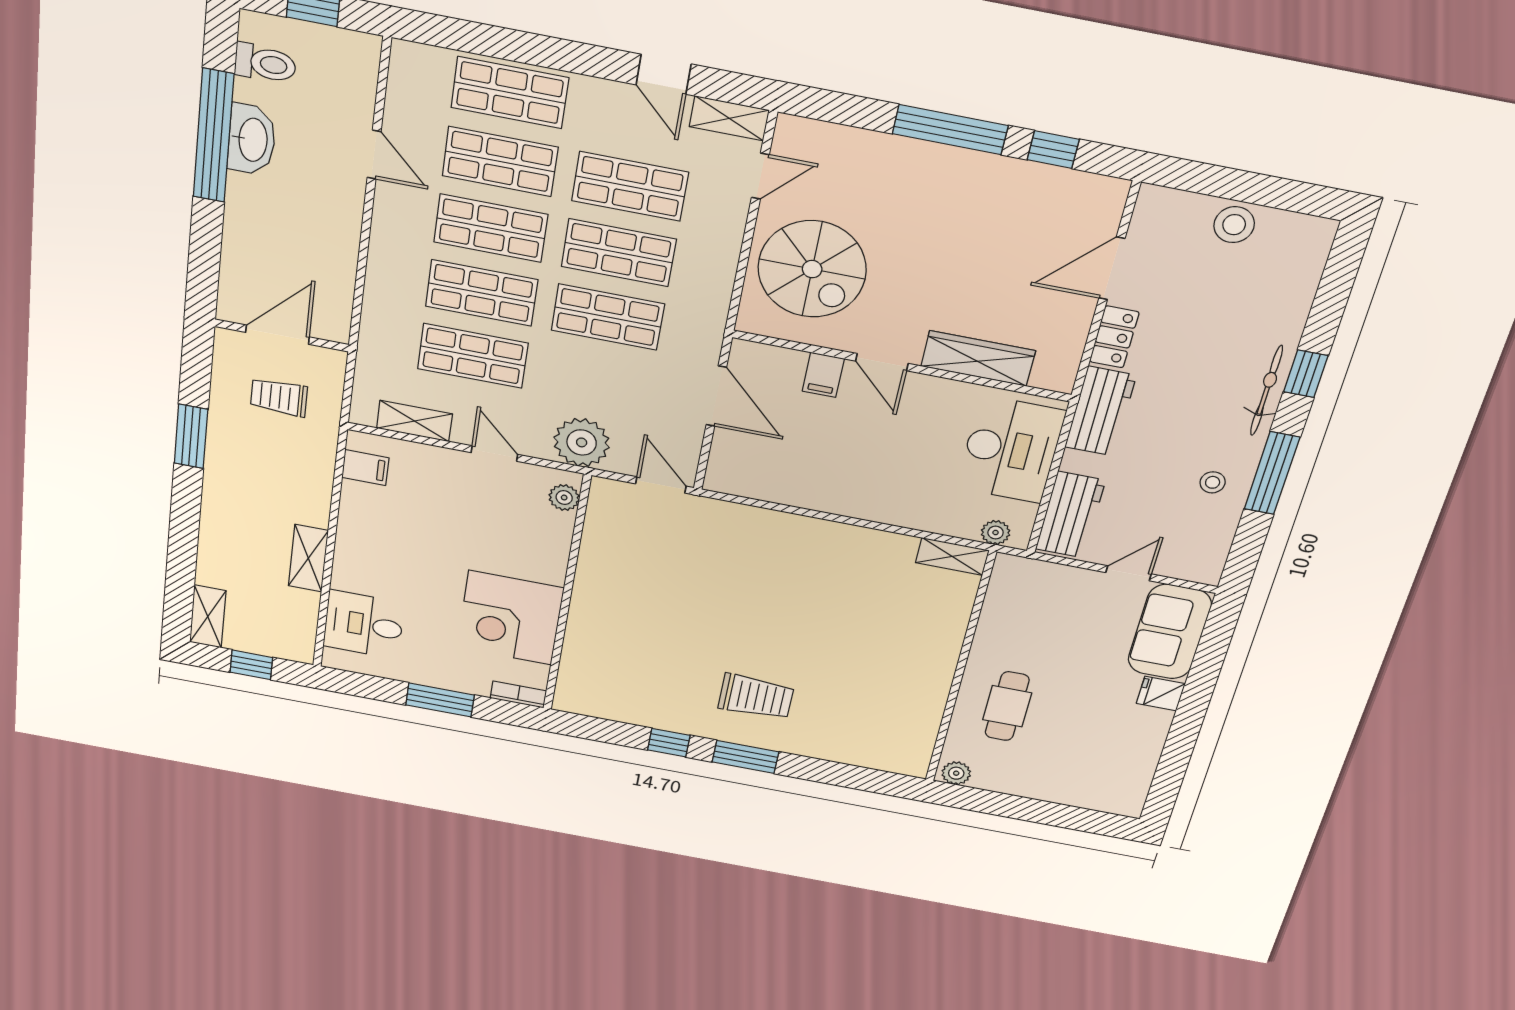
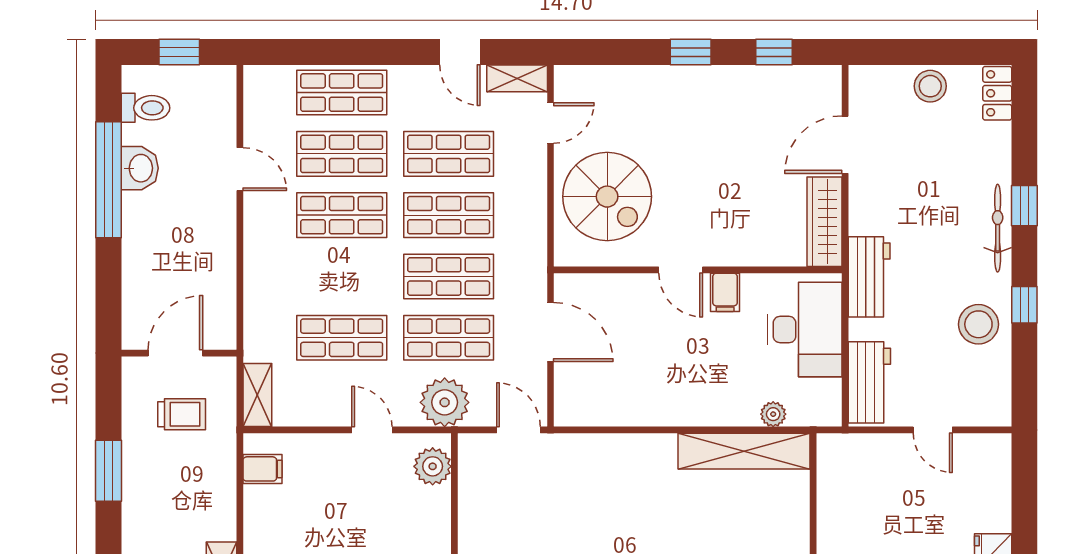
window: (950, 130) -> (691, 52), width x0.46
washbasin: (252, 140) -> (140, 168), width x0.72
shop shelf: (482, 293) -> (449, 338), moved
locker: (1114, 337) -> (997, 93), moved, turned 180
wardrobe: (978, 358) -> (825, 222), moved, turned -90
filing cabinet: (823, 375) -> (725, 292), moved
trolley: (279, 397) -> (182, 414), turned 180
shelving: (414, 421) -> (257, 395), moved, turned 90
window: (1272, 473) -> (1024, 305), width x0.46
stool: (1213, 482) -> (978, 324), width x1.89, depth x1.89
plant: (564, 498) -> (433, 466), width x1.38, depth x1.38
plant: (996, 533) -> (773, 414), moved
shelving: (952, 556) -> (744, 451), width x2.20, depth x1.33
door: (1128, 573) -> (933, 430), swing flipped
sofa: (1170, 632) -> (983, 482), removed

